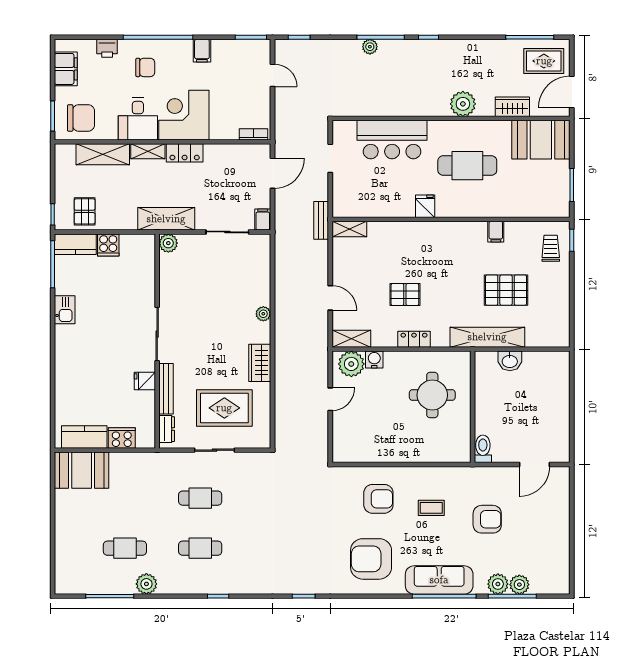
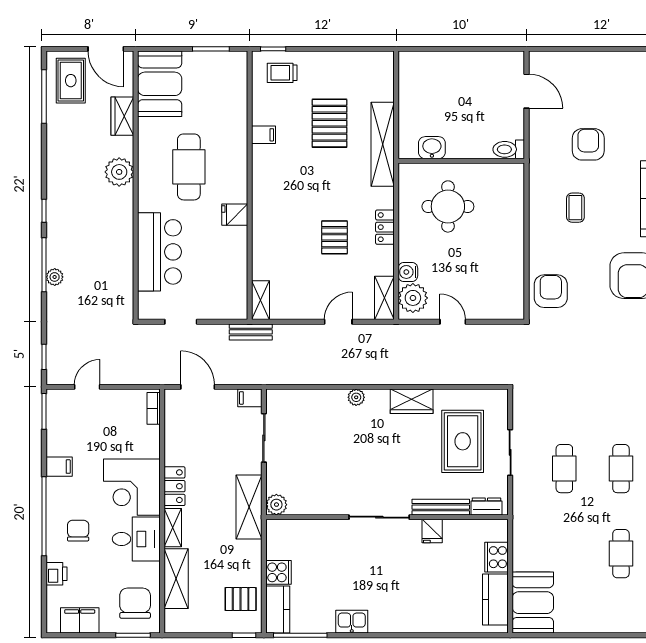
washbasin: (510, 361) -> (432, 148), moved, turned -90
armchair: (378, 499) -> (551, 291), moved

